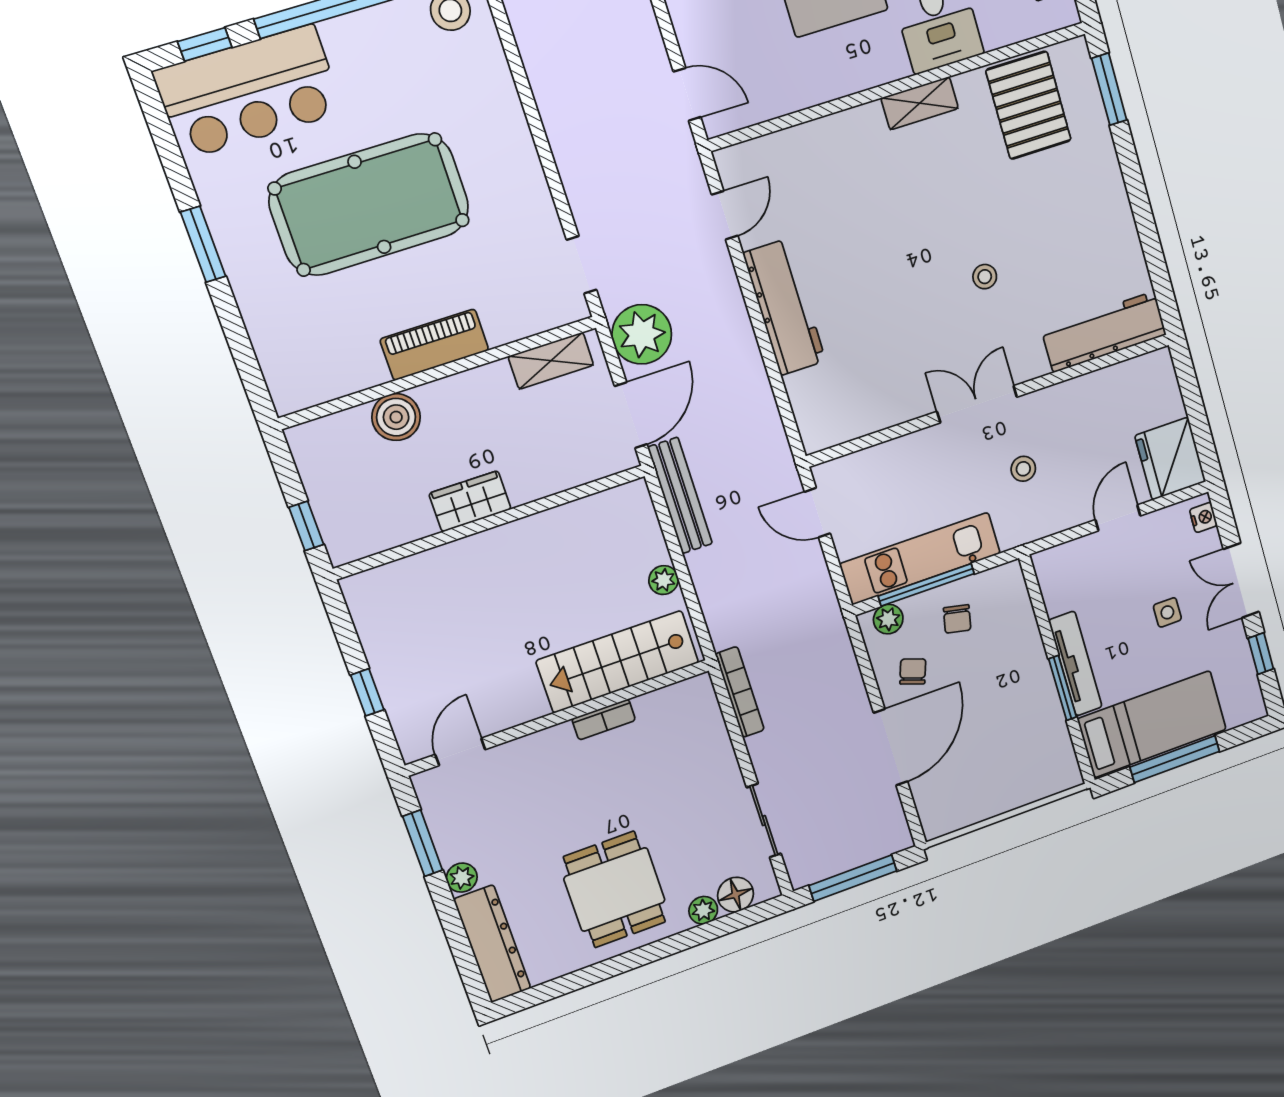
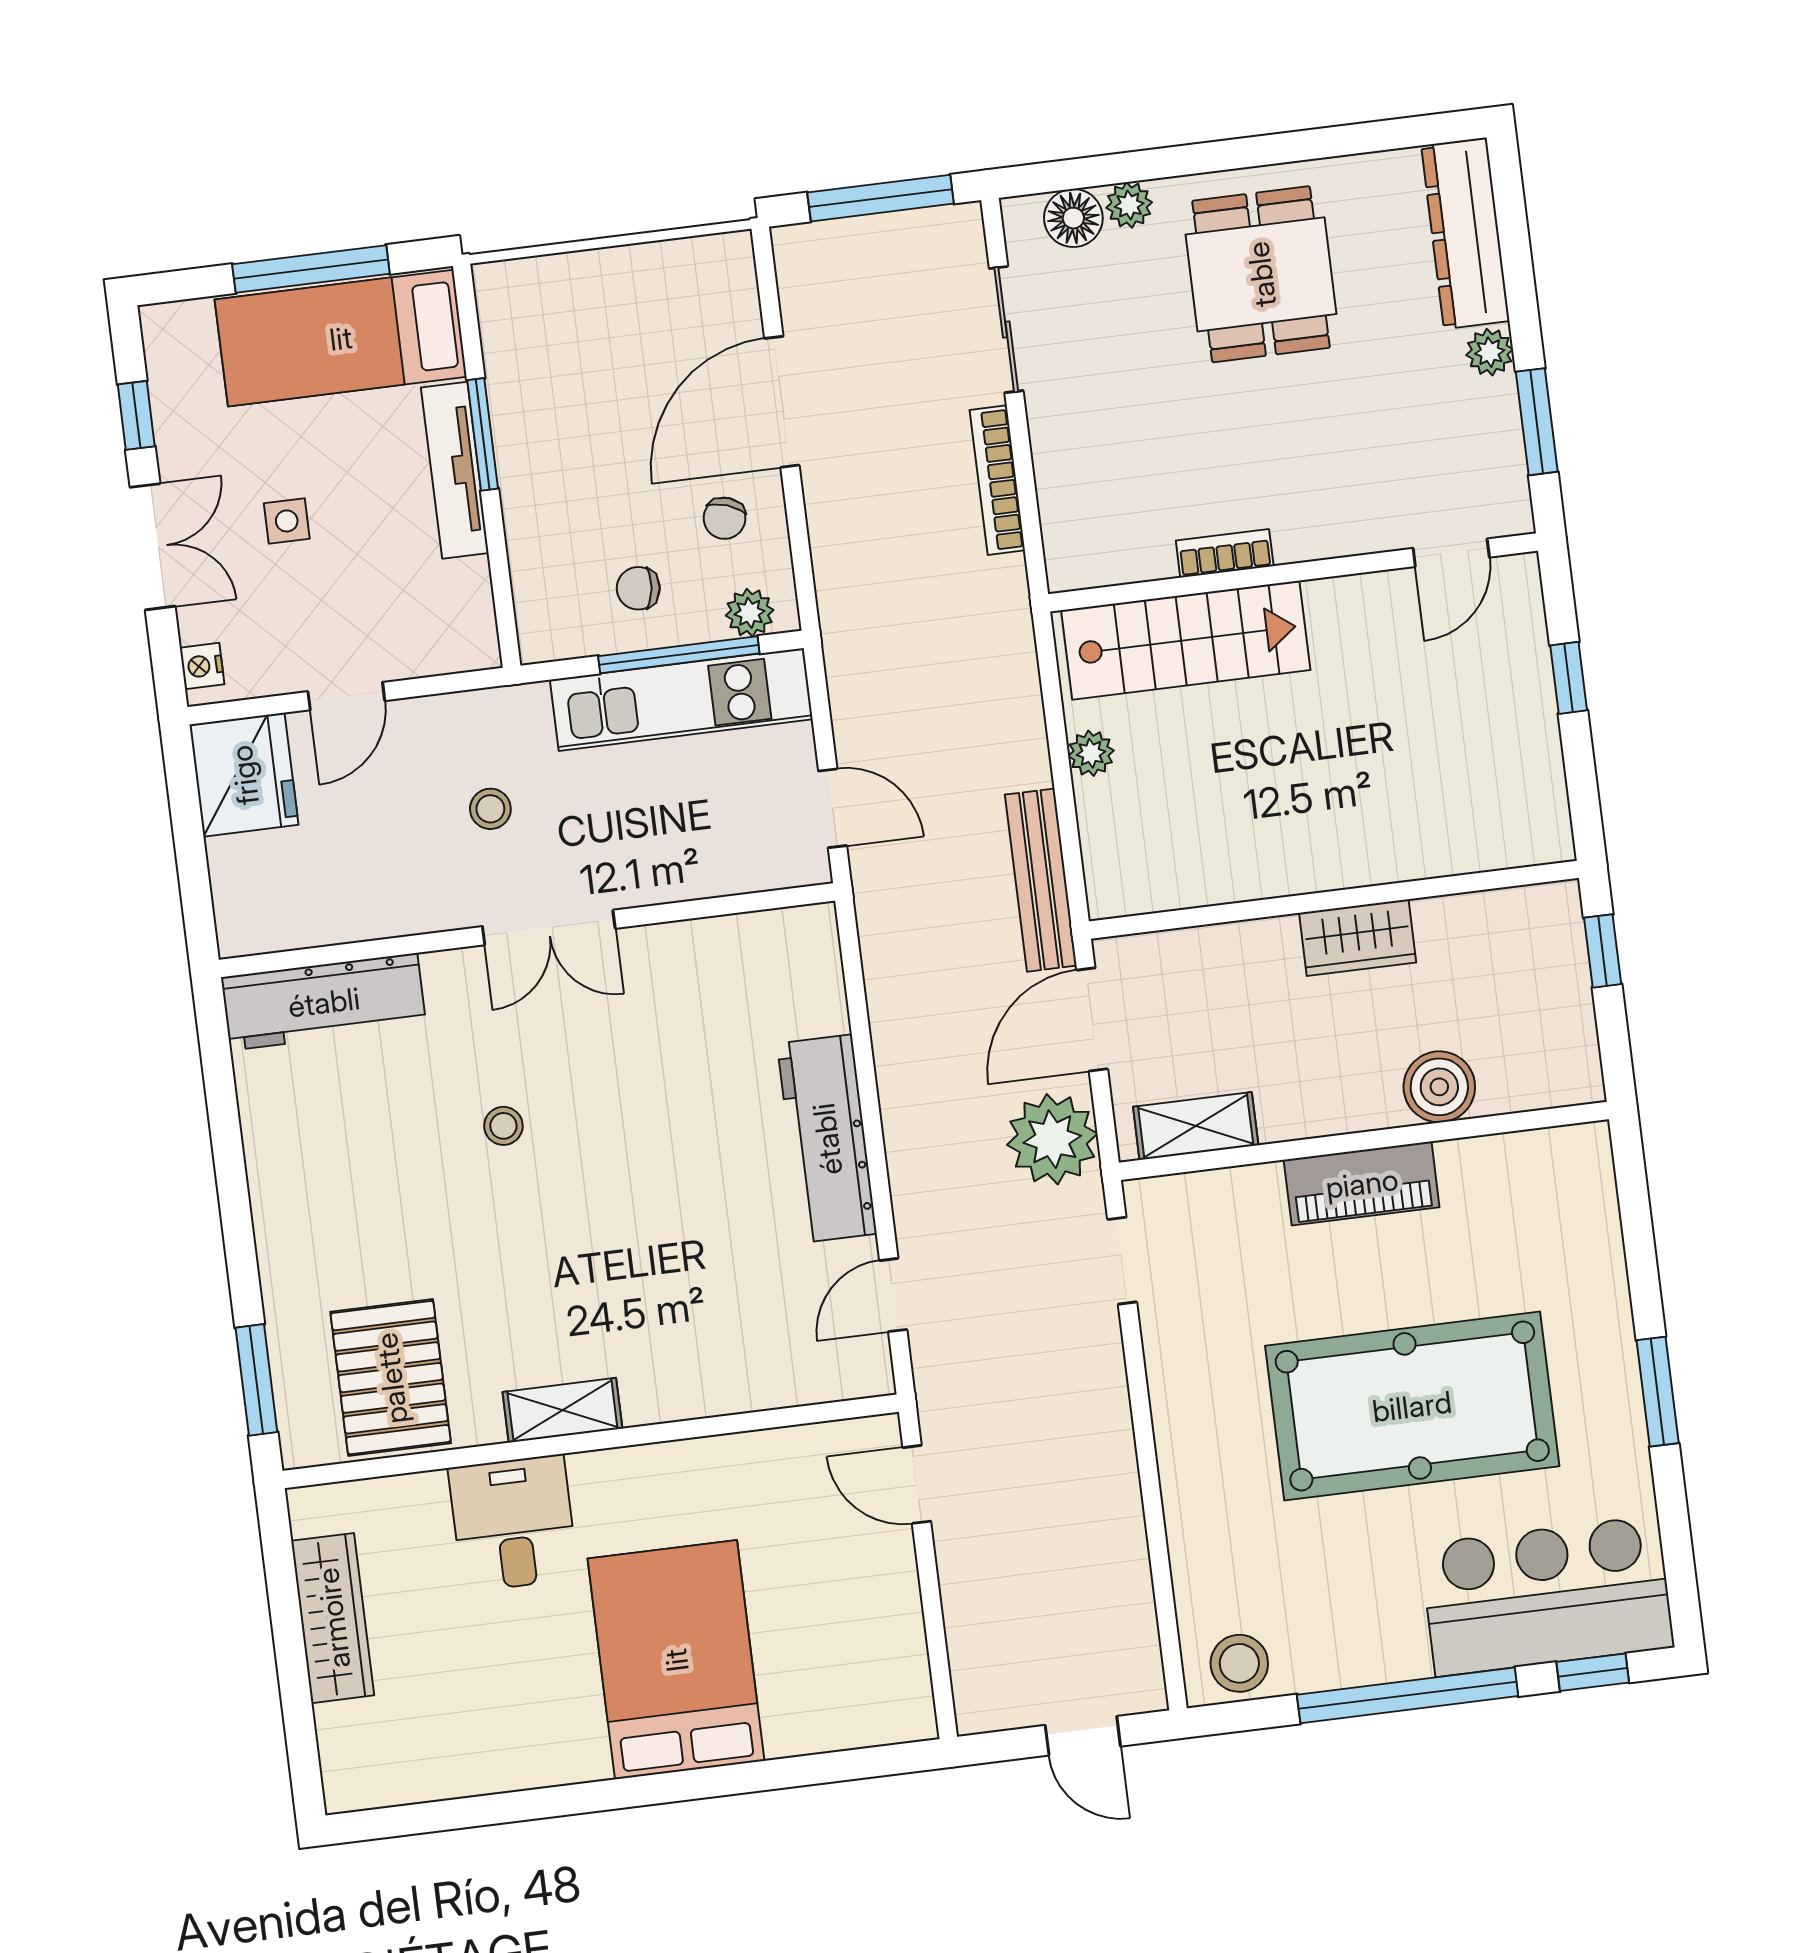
chair: (957, 619) -> (638, 588), turned -95
bookcase: (740, 692) -> (997, 480), moved

